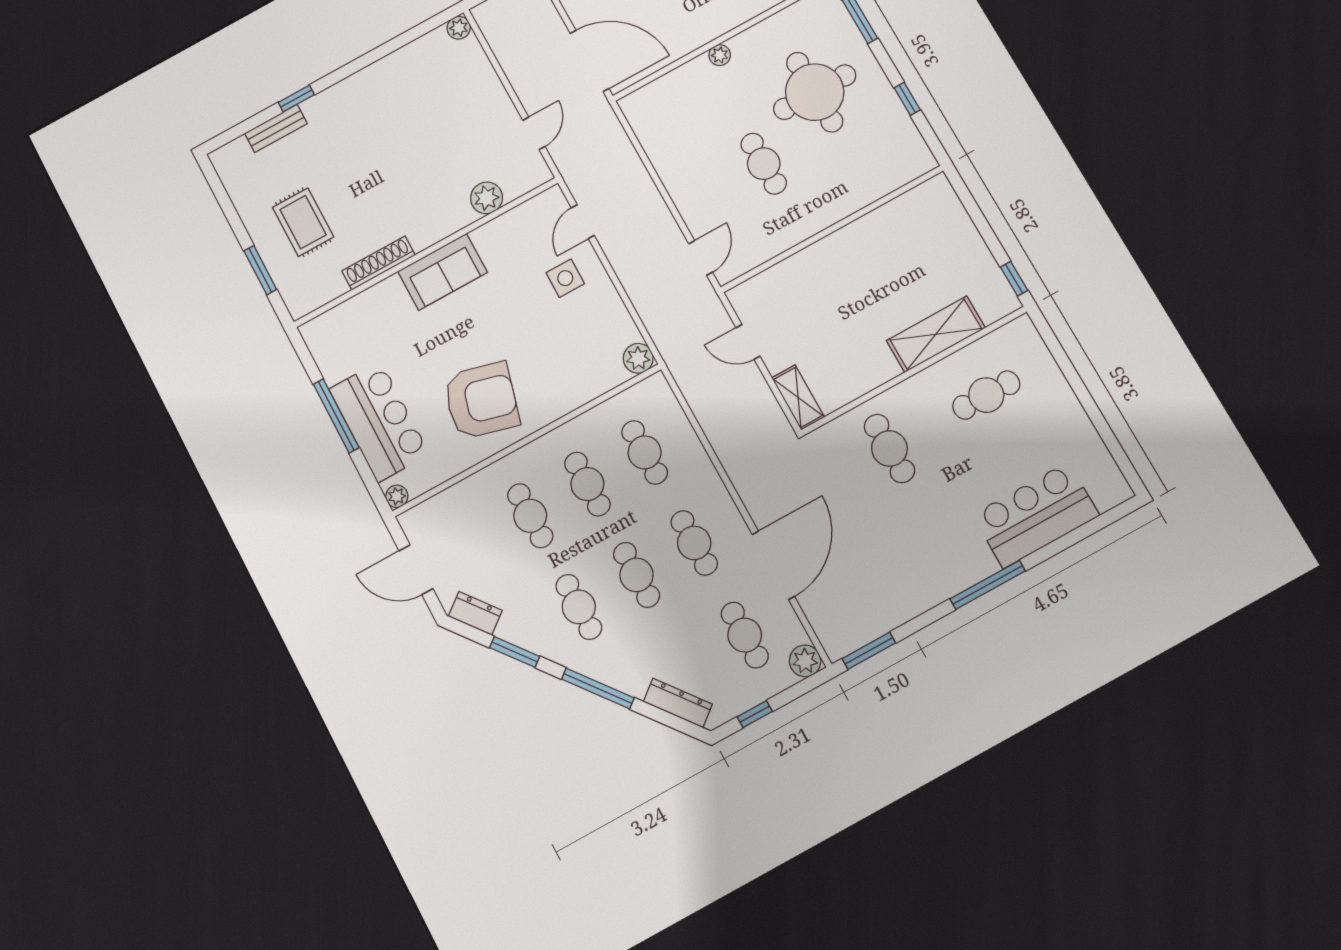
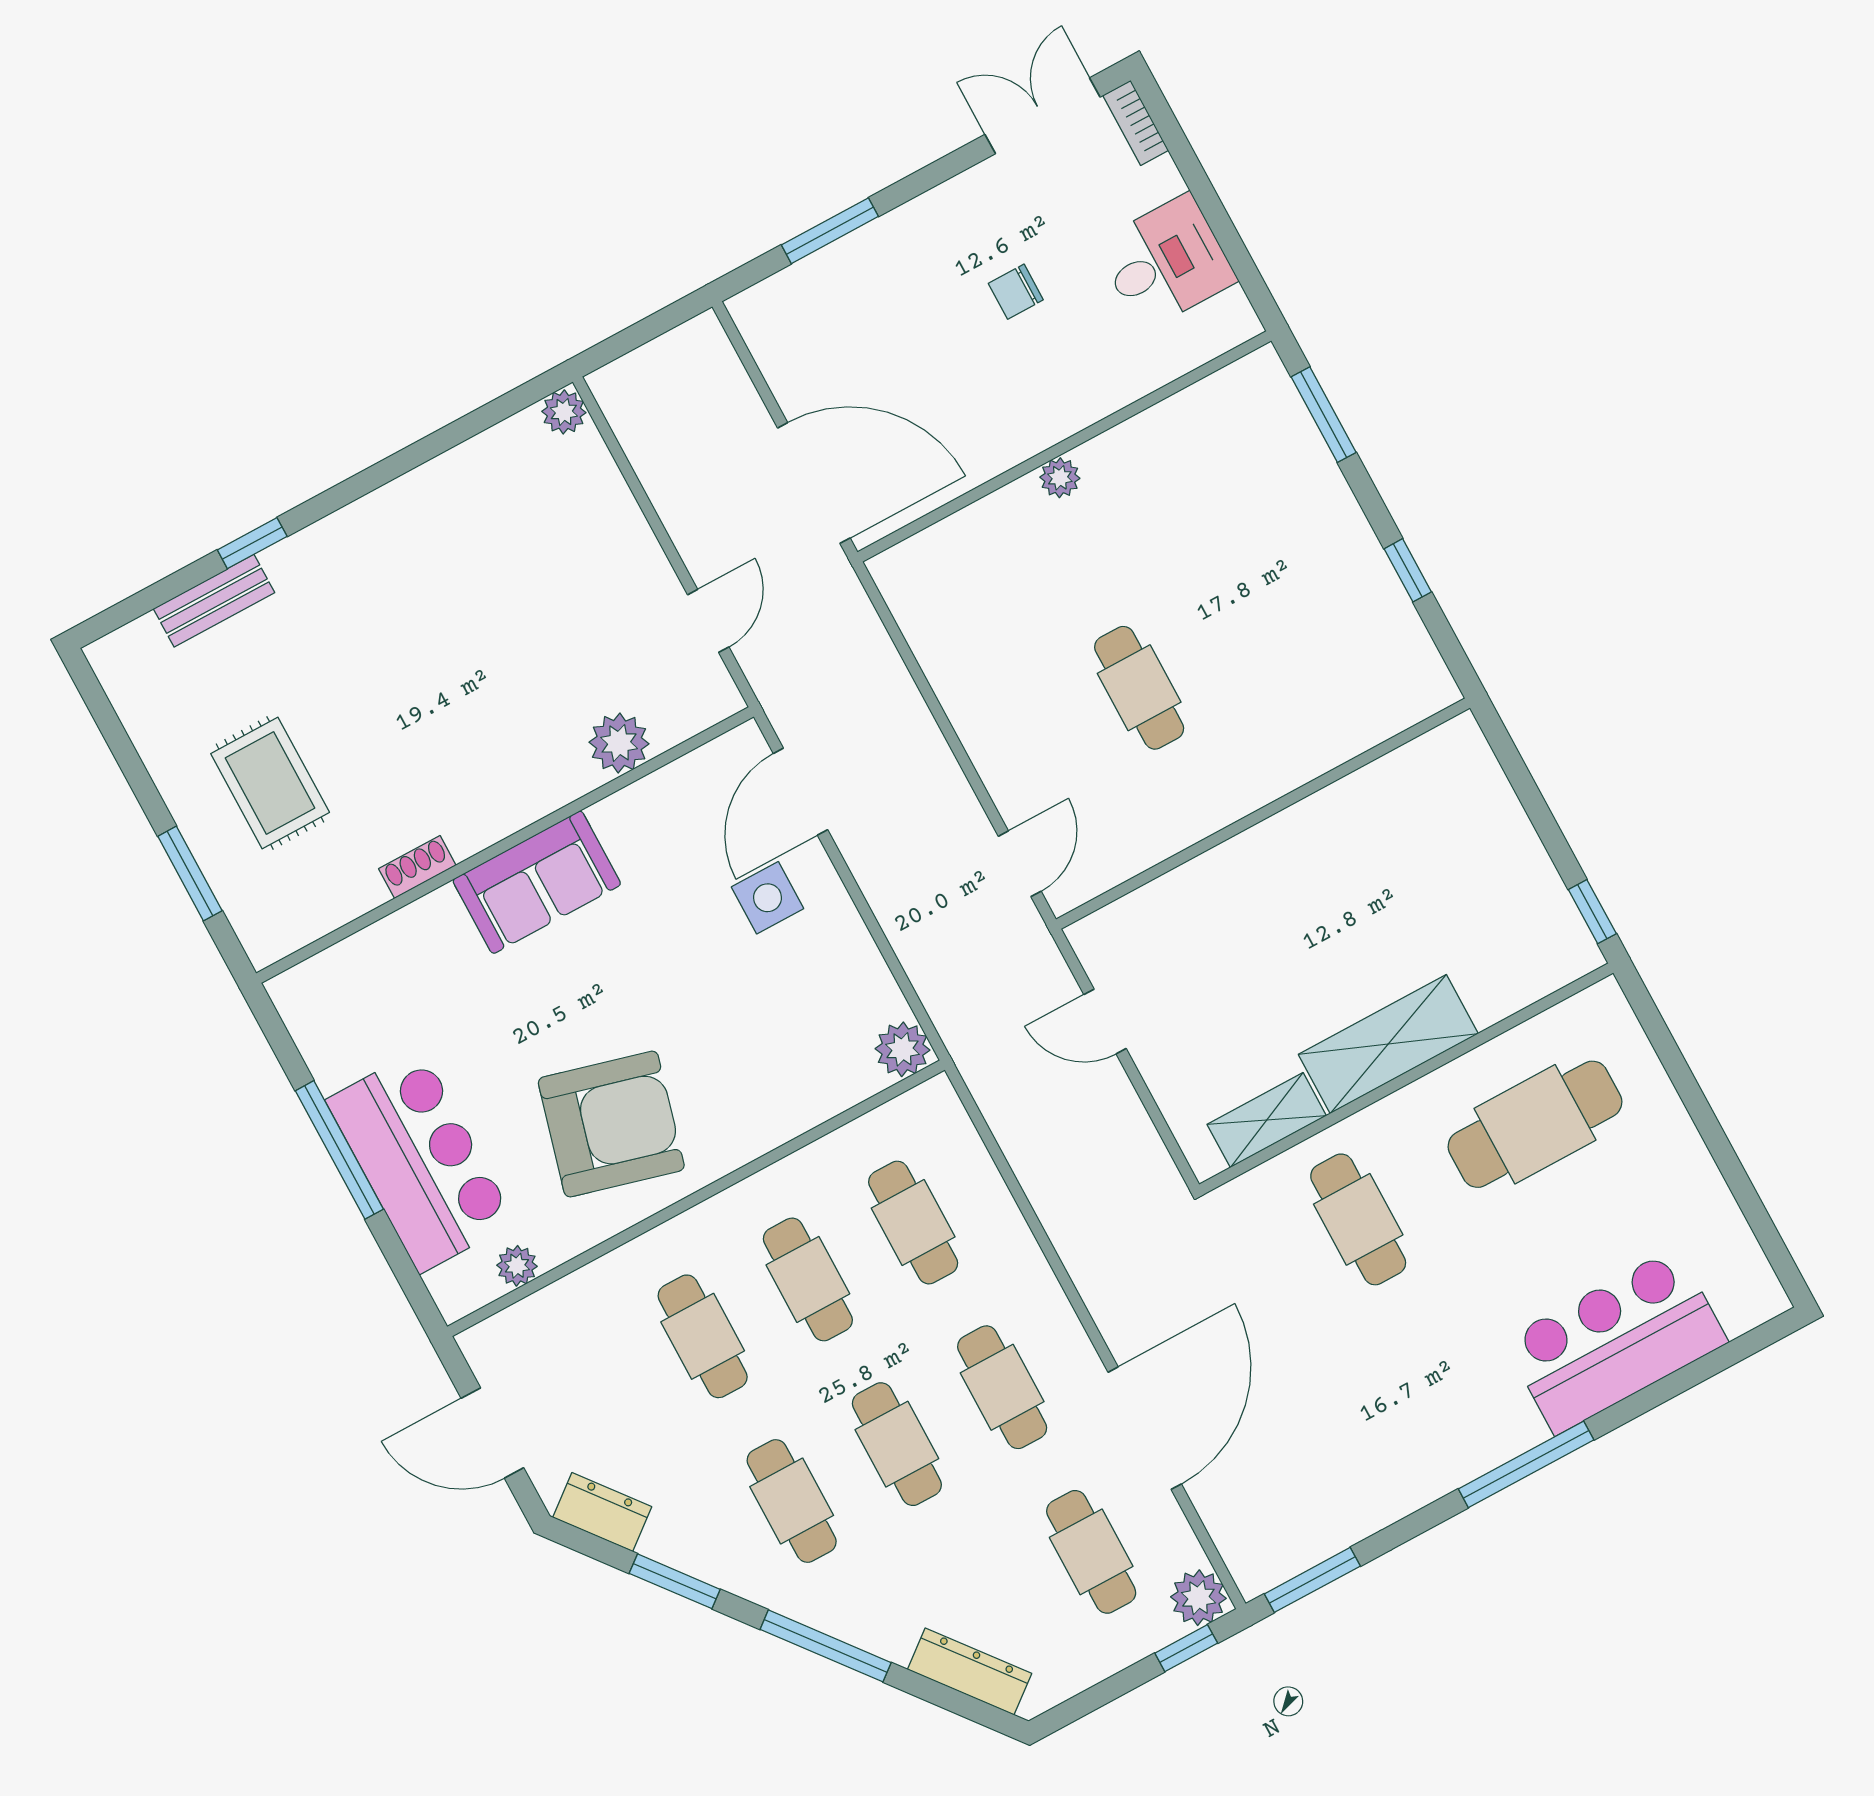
round table: (815, 92) -> (1236, 553), removed
door: (583, 222) -> (800, 792), width x1.38
shoe rack: (379, 263) -> (417, 867), width x0.51, depth x0.81
shelving: (936, 334) -> (1388, 1044), moved
cafe table: (986, 395) -> (1535, 1124), width x1.37, depth x1.35
shelving: (798, 397) -> (1267, 1120), moved, turned 90
plant: (397, 496) -> (517, 1266), moved
window: (755, 714) -> (1186, 1648), moved

